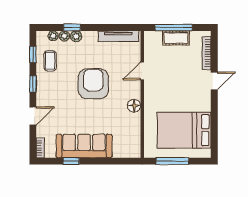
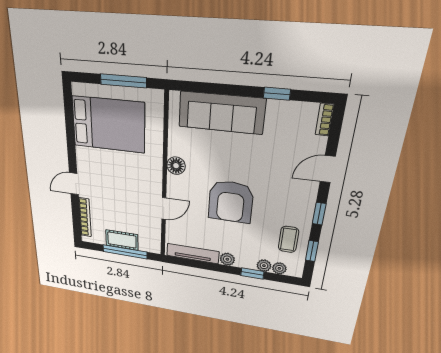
plant: (76, 36) -> (227, 259), moved
sofa: (84, 146) -> (221, 113), moved

